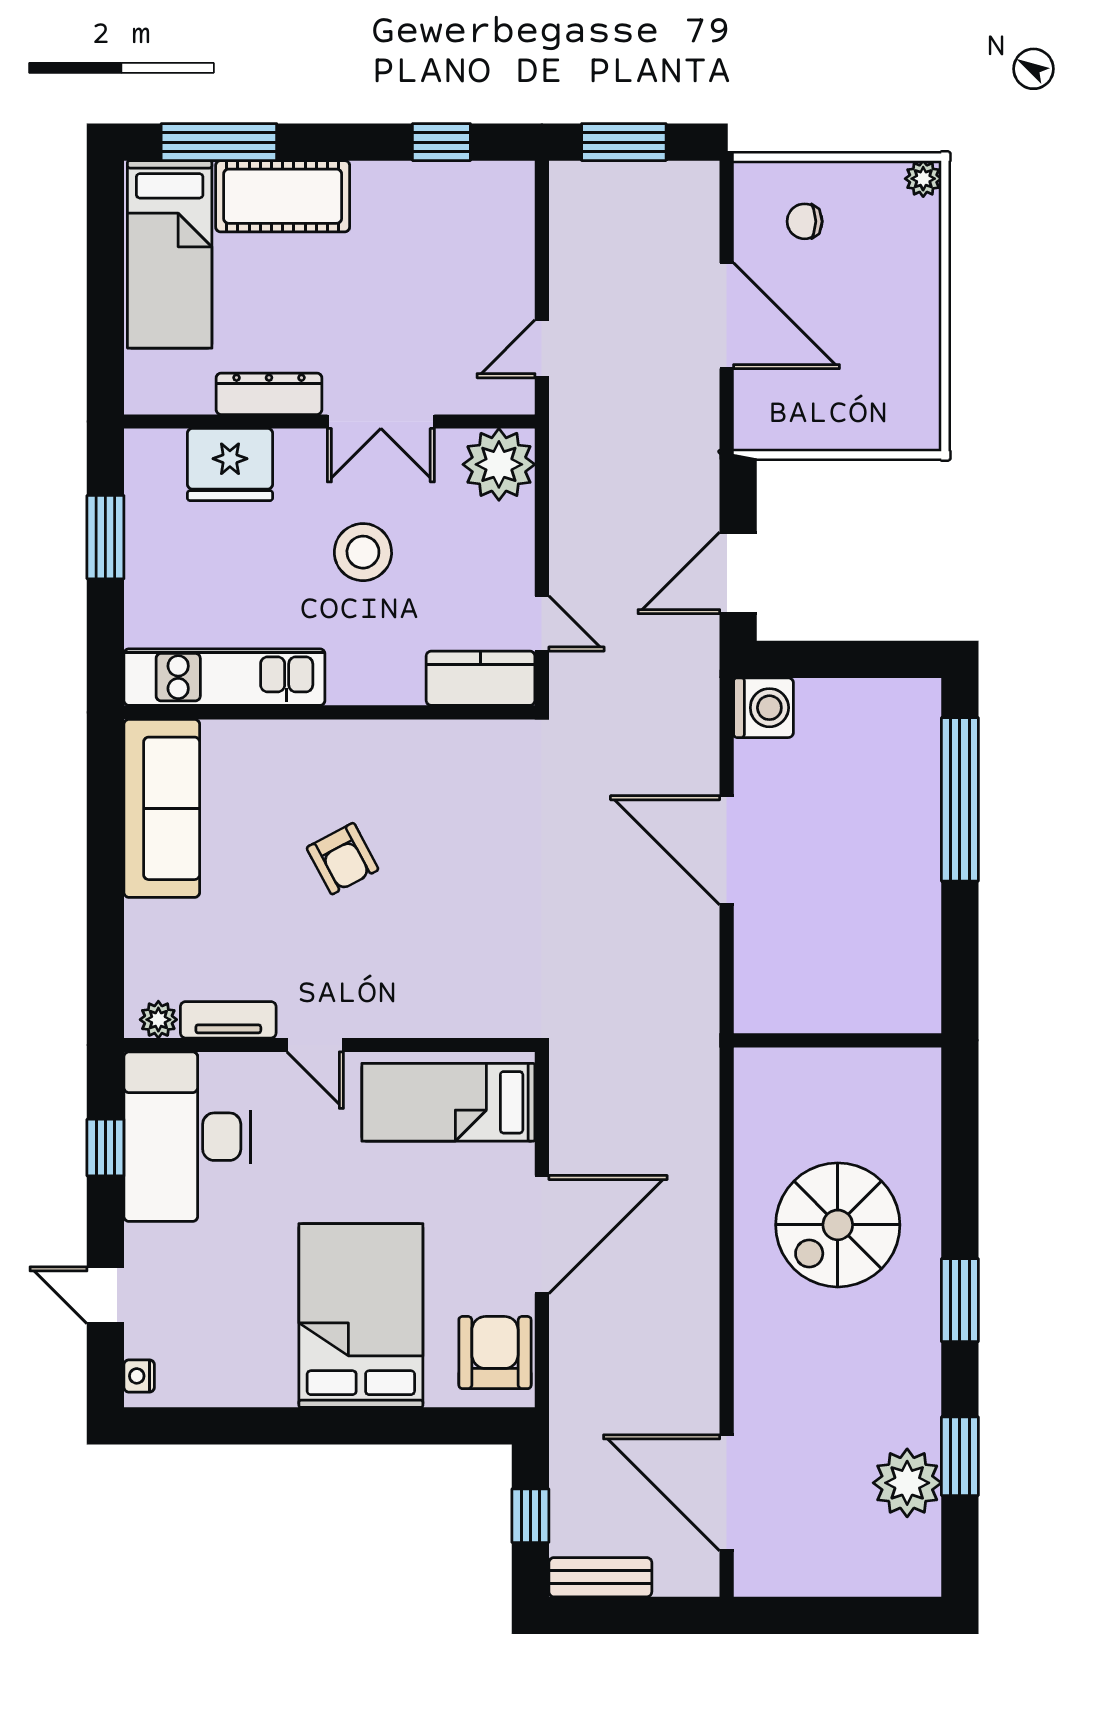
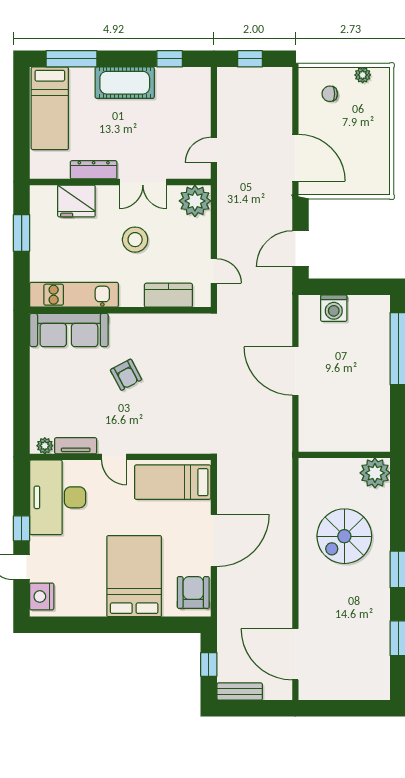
window: (624, 142) -> (250, 59), width x0.67
plant: (923, 179) -> (363, 75), moved
cot: (283, 196) -> (125, 83), moved
door: (727, 316) -> (295, 158), moved
kitchen counter: (481, 678) -> (168, 295), moved
washing machine: (763, 708) -> (334, 308), moved, turned 90
sofa: (162, 808) -> (69, 330), moved, turned 90
window: (105, 1148) -> (22, 528), moved
nightstand: (139, 1376) -> (42, 596), width x1.89, depth x1.79
plant: (907, 1483) -> (375, 473), moved

